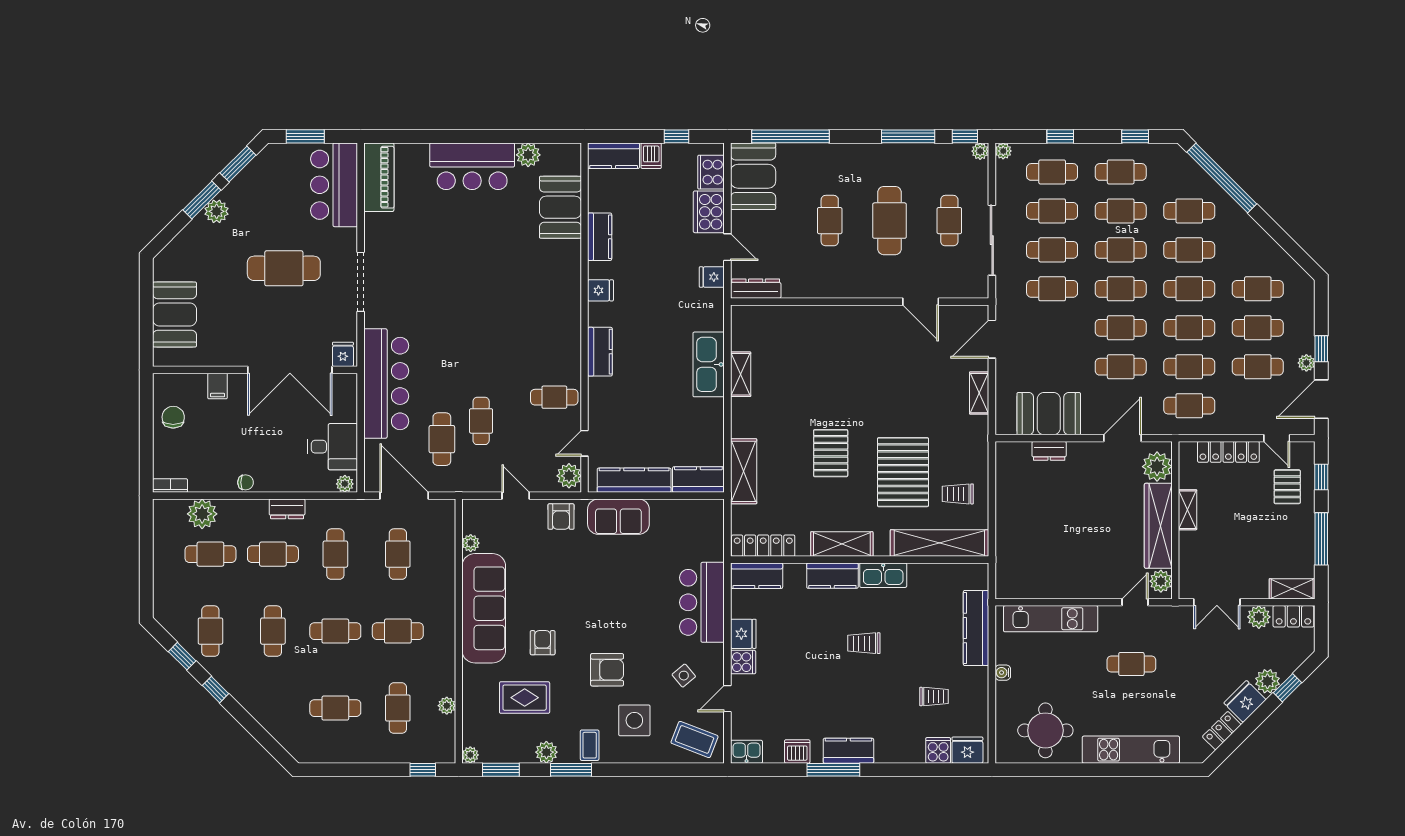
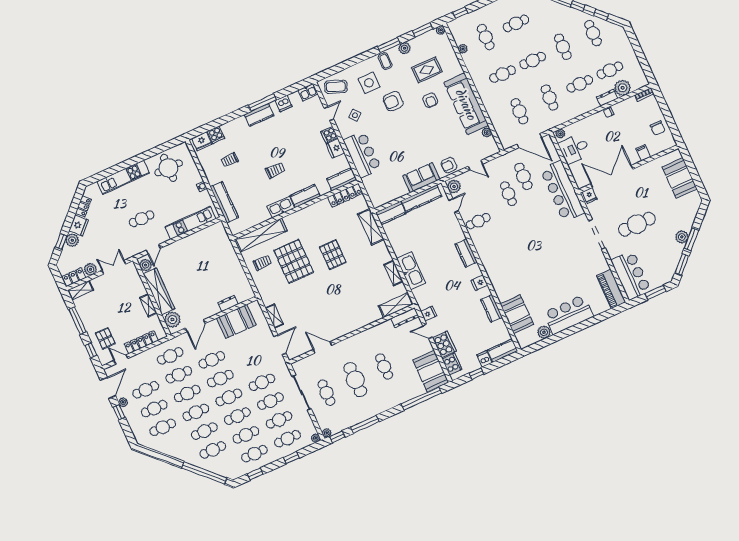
dresser: (287, 509) -> (607, 98), moved
armchair: (561, 517) -> (449, 165), turned -90
shelving: (842, 544) -> (396, 305), moved

